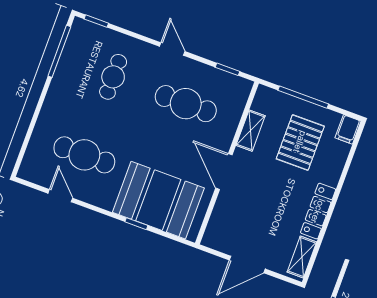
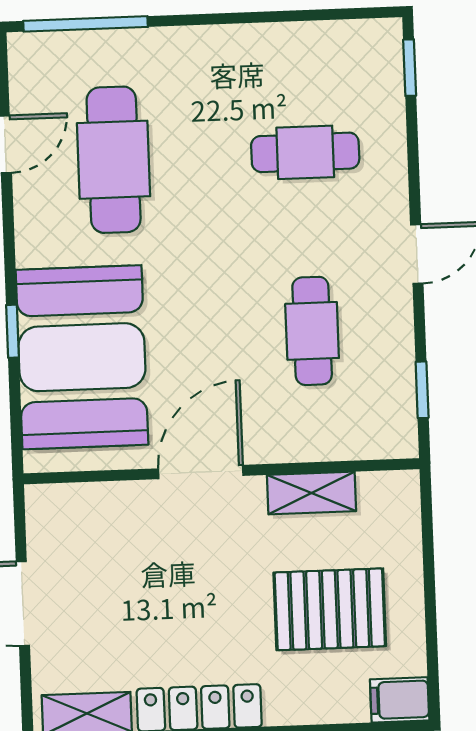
window: (59, 51) -> (85, 24), moved
window: (303, 97) -> (429, 576), removed
cafe table: (186, 104) -> (312, 331), width x0.73, depth x0.74

